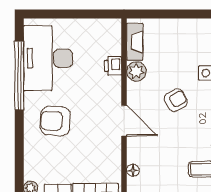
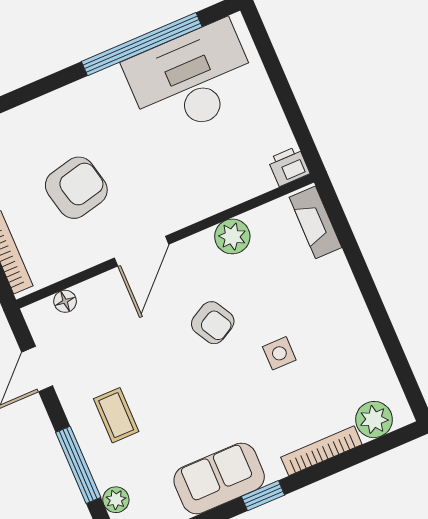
fireplace: (135, 42) -> (315, 222), moved, turned 90
printer: (113, 66) -> (289, 166), moved
armchair: (55, 121) -> (76, 188), moved, turned 74

